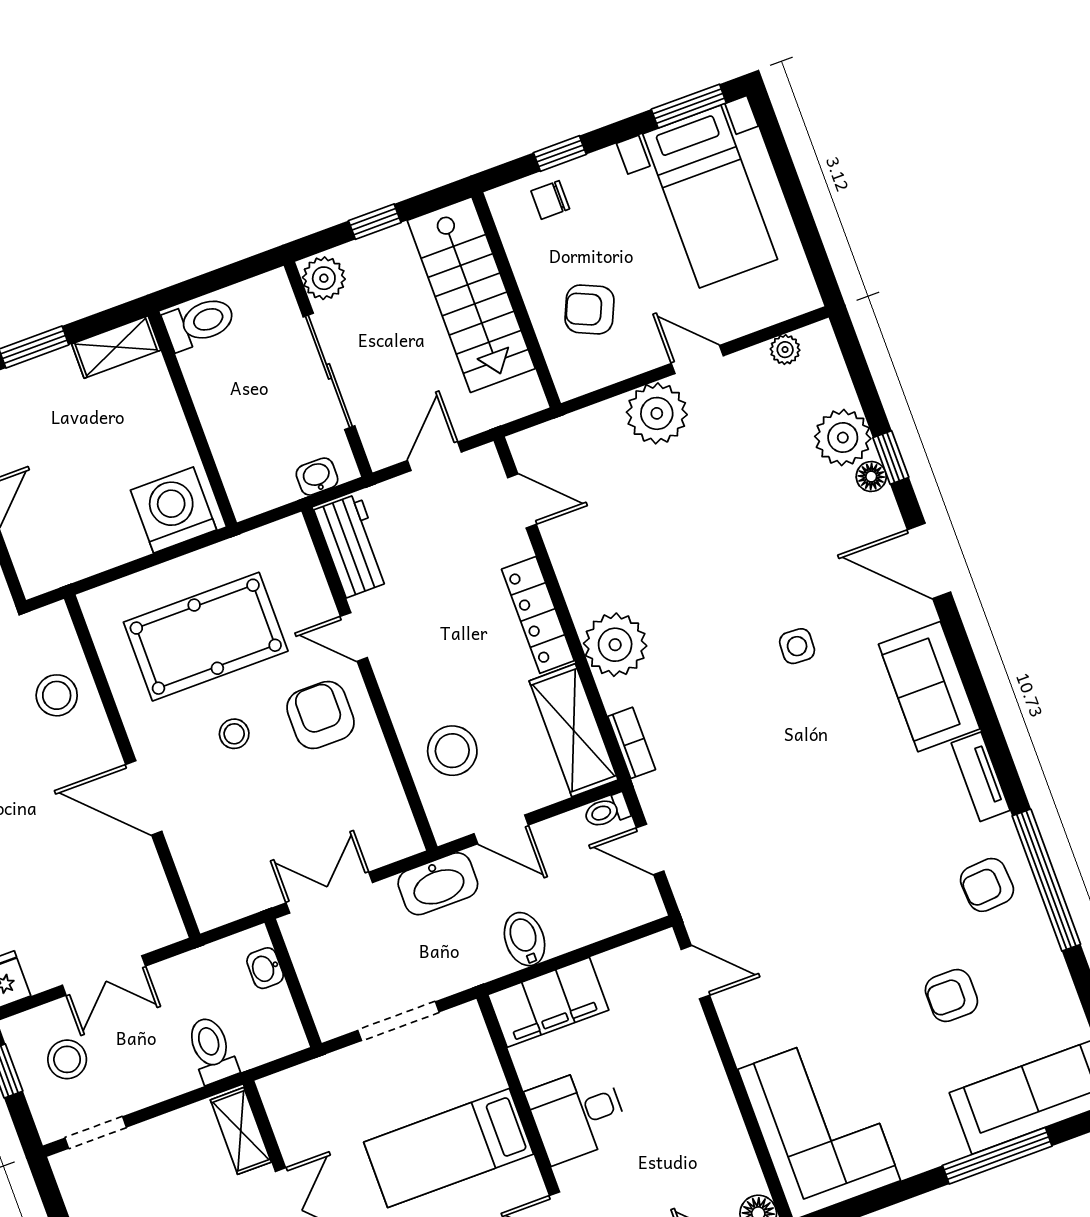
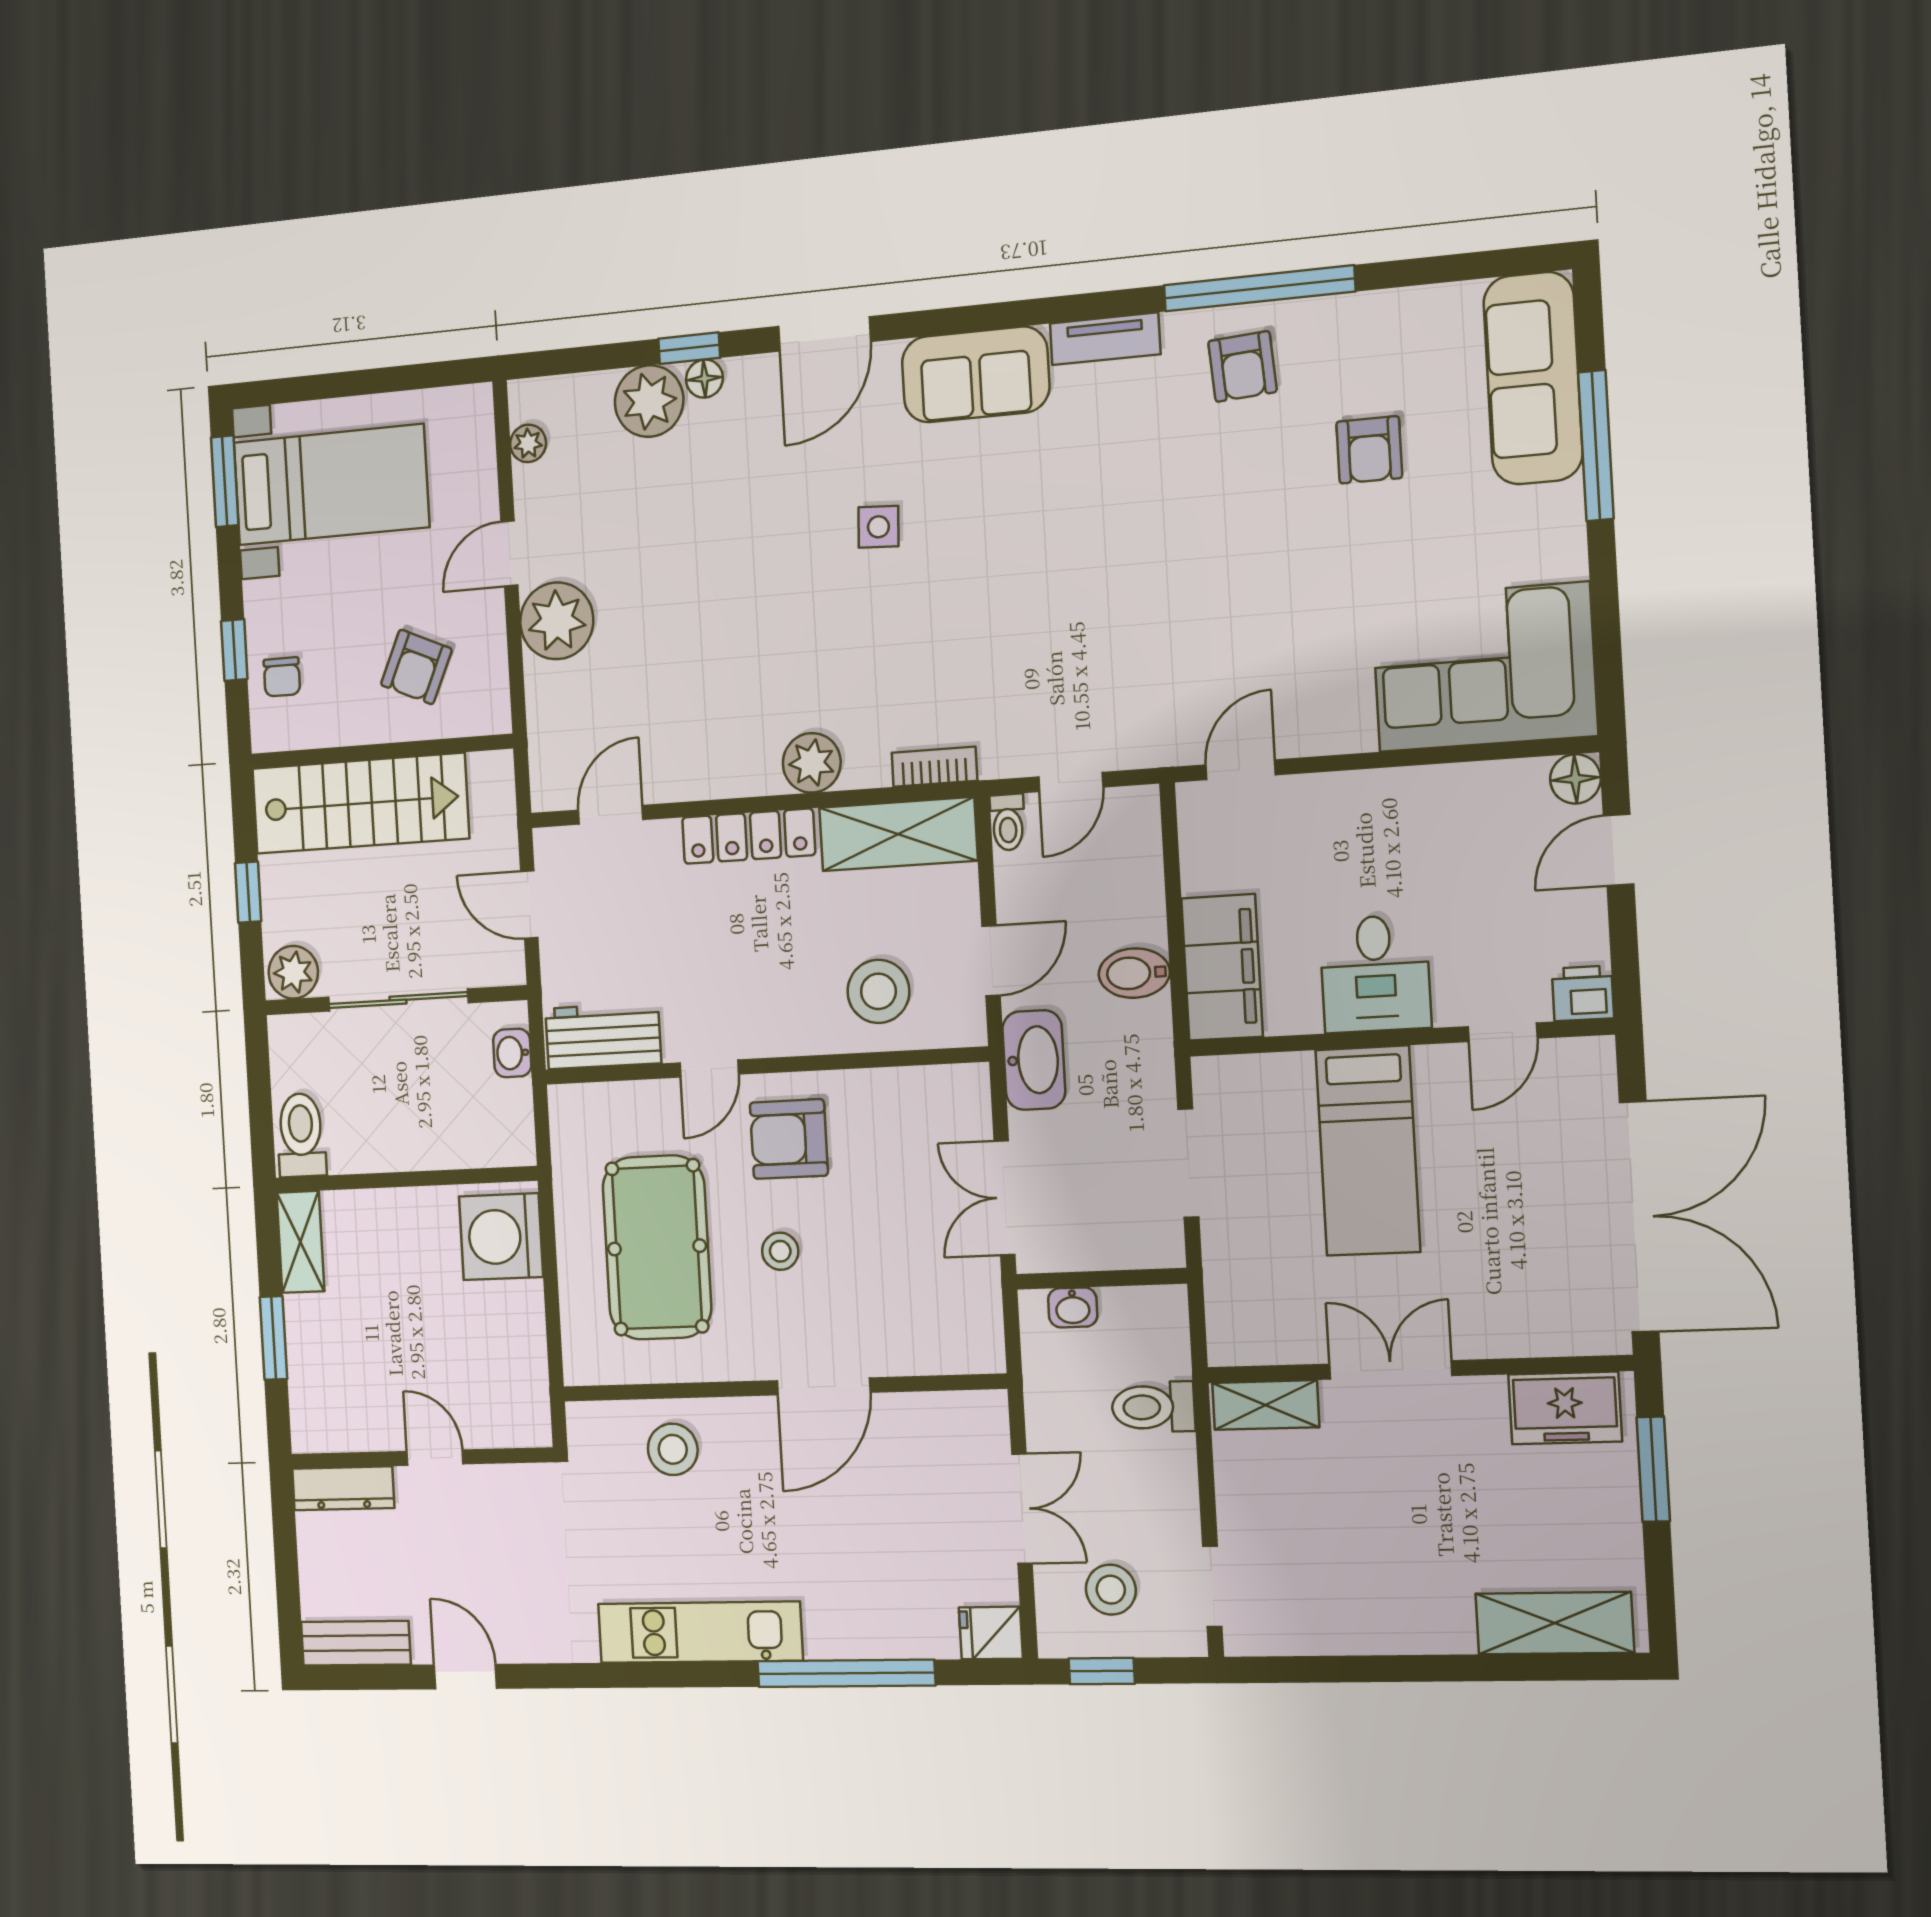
plant: (615, 645) -> (812, 763), width x0.73, depth x0.73

